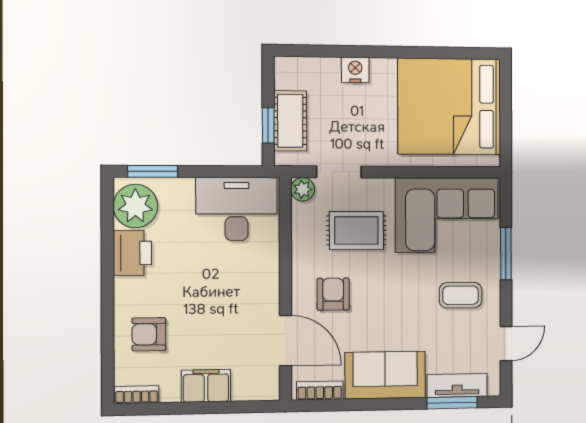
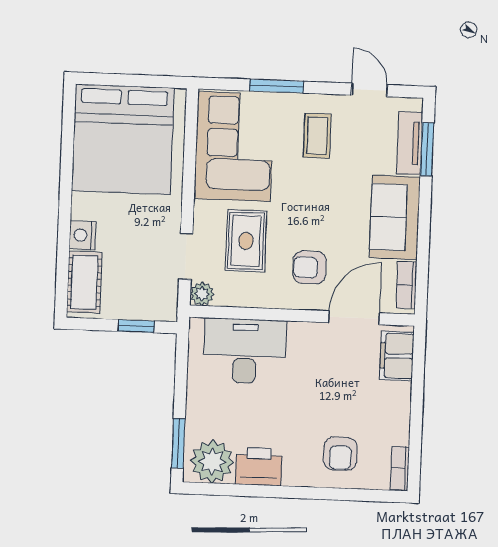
cot: (290, 121) -> (84, 282), moved, turned 90
desk: (236, 209) -> (245, 351), moved, turned 90
filing cabinet: (206, 386) -> (397, 356), moved

